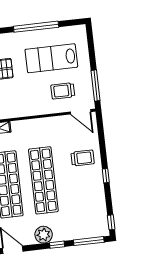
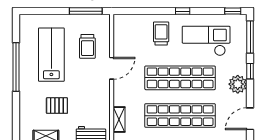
lab bench: (51, 58) -> (51, 55), turned 180
door: (81, 112) -> (112, 68), moved
checkout: (80, 201) -> (206, 41), added

